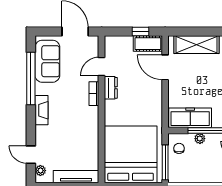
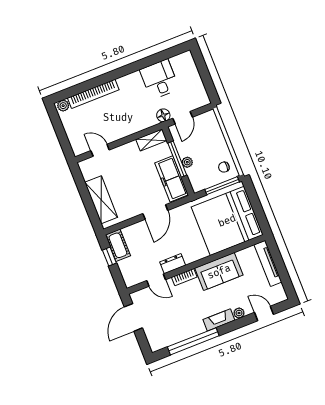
sofa: (47, 61) -> (219, 272), moved, turned 180
door: (165, 67) -> (155, 212), moved
chair: (179, 148) -> (224, 167), moved
door: (31, 155) -> (264, 313), swing flipped
plant: (40, 171) -> (239, 313), moved

